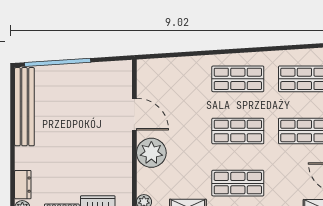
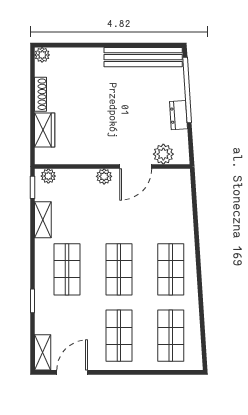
plant: (122, 86) -> (163, 154), added
plant: (151, 153) -> (104, 176), width x0.53, depth x0.53
dresser: (23, 185) -> (179, 115), moved, turned 86

